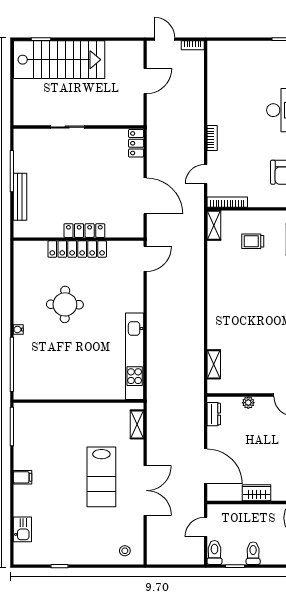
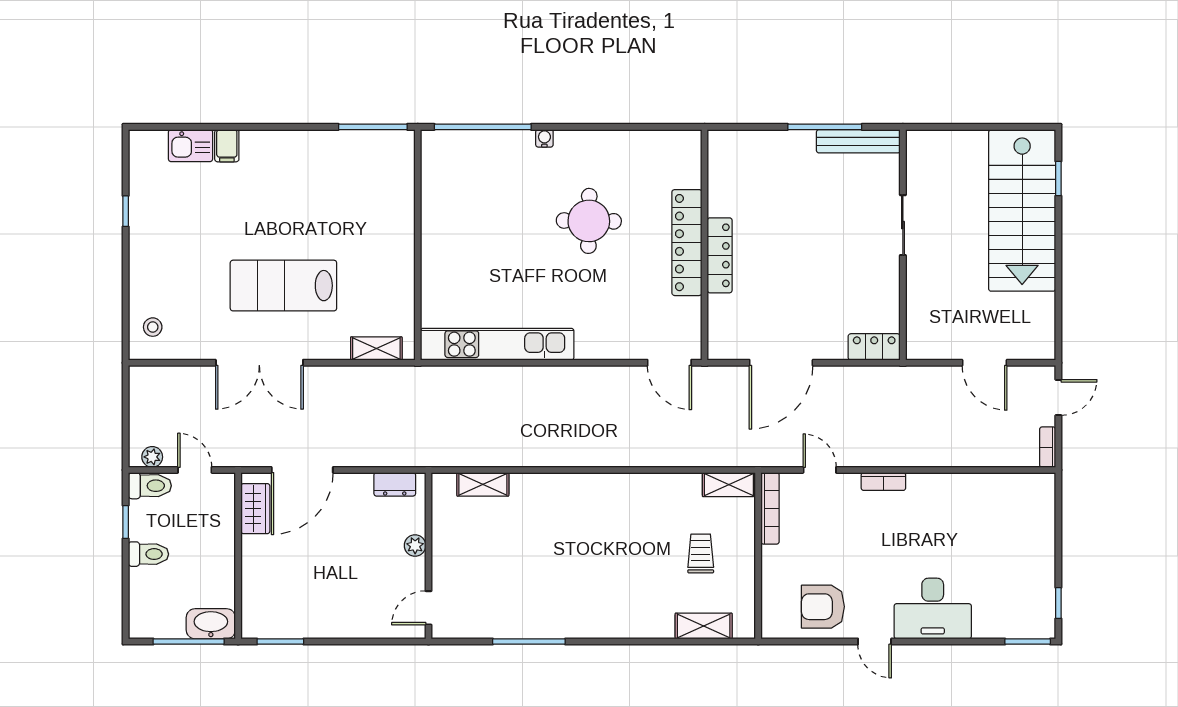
bench: (20, 197) -> (858, 141), moved
filing cabinet: (22, 477) -> (227, 146), moved
wardrobe: (257, 493) -> (255, 509), moved
plant: (198, 551) -> (152, 457), added

